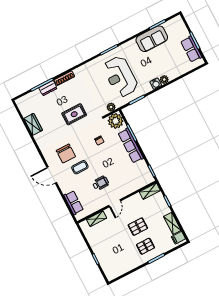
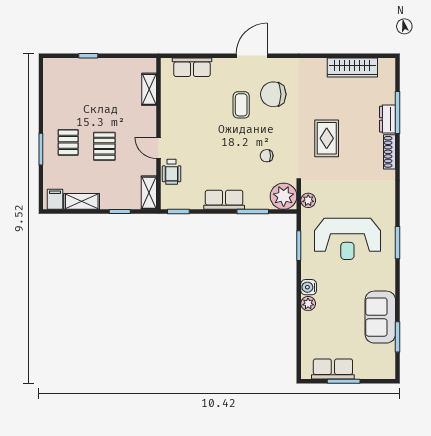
reception desk: (120, 77) -> (347, 239), turned 180
wardrobe: (33, 124) -> (352, 67), width x1.50
row of seats: (131, 146) -> (224, 200), width x0.68
wheelchair: (101, 183) -> (172, 172), moved
door: (115, 203) -> (159, 148), moved

